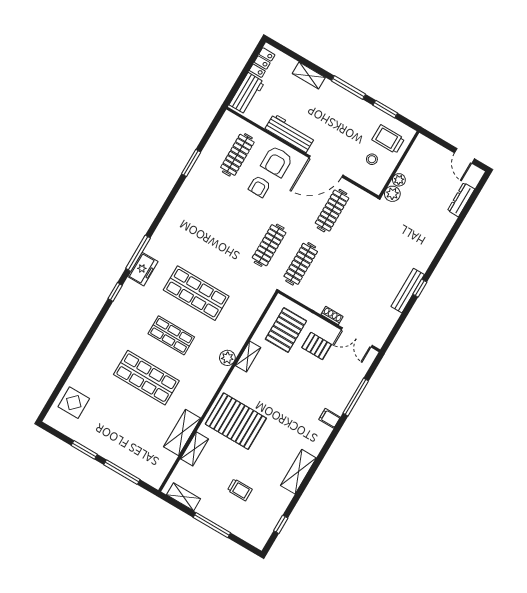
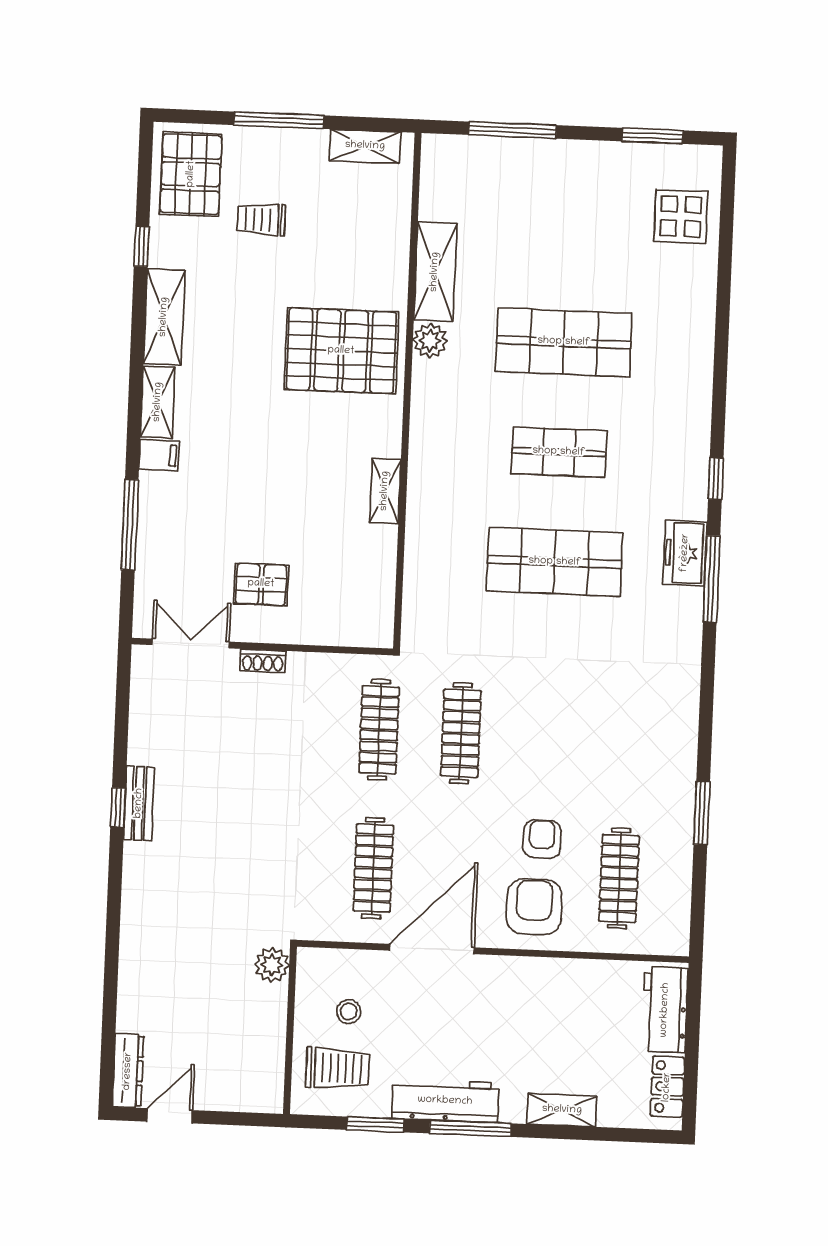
workbench: (290, 133) -> (445, 1101), moved, turned 180
door: (464, 156) -> (170, 1116), hinge flipped
plant: (399, 180) -> (274, 999), removed
dresser: (461, 200) -> (128, 1071), moved
bench: (408, 291) -> (139, 803), width x0.73
pallet: (286, 330) -> (191, 174), moved
plant: (227, 358) -> (430, 341), moved
shelving: (194, 449) -> (158, 402), moved
window: (84, 450) -> (652, 136), moved
window: (281, 524) -> (142, 246), moved

